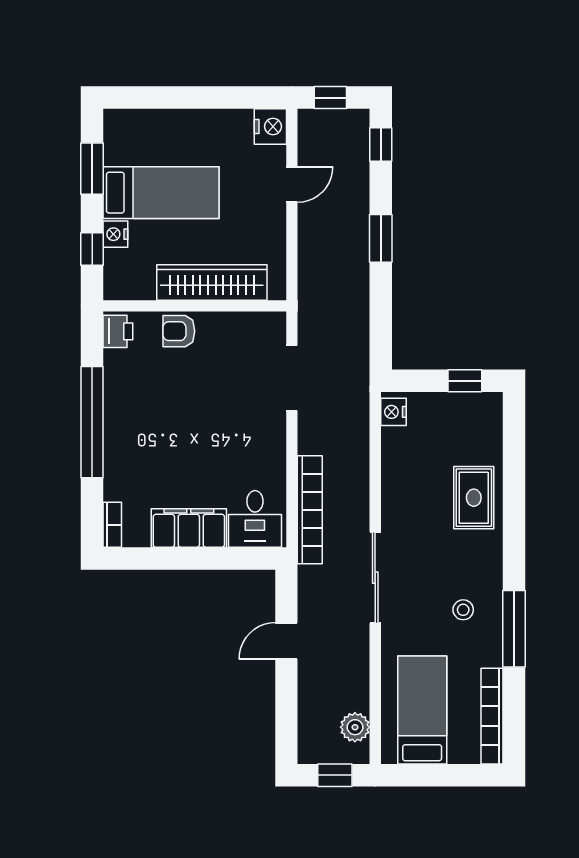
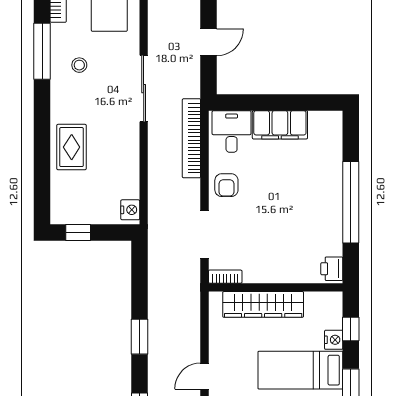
armchair: (179, 331) -> (226, 185), moved, turned 90
bookcase: (112, 525) -> (225, 277), moved, turned 90

